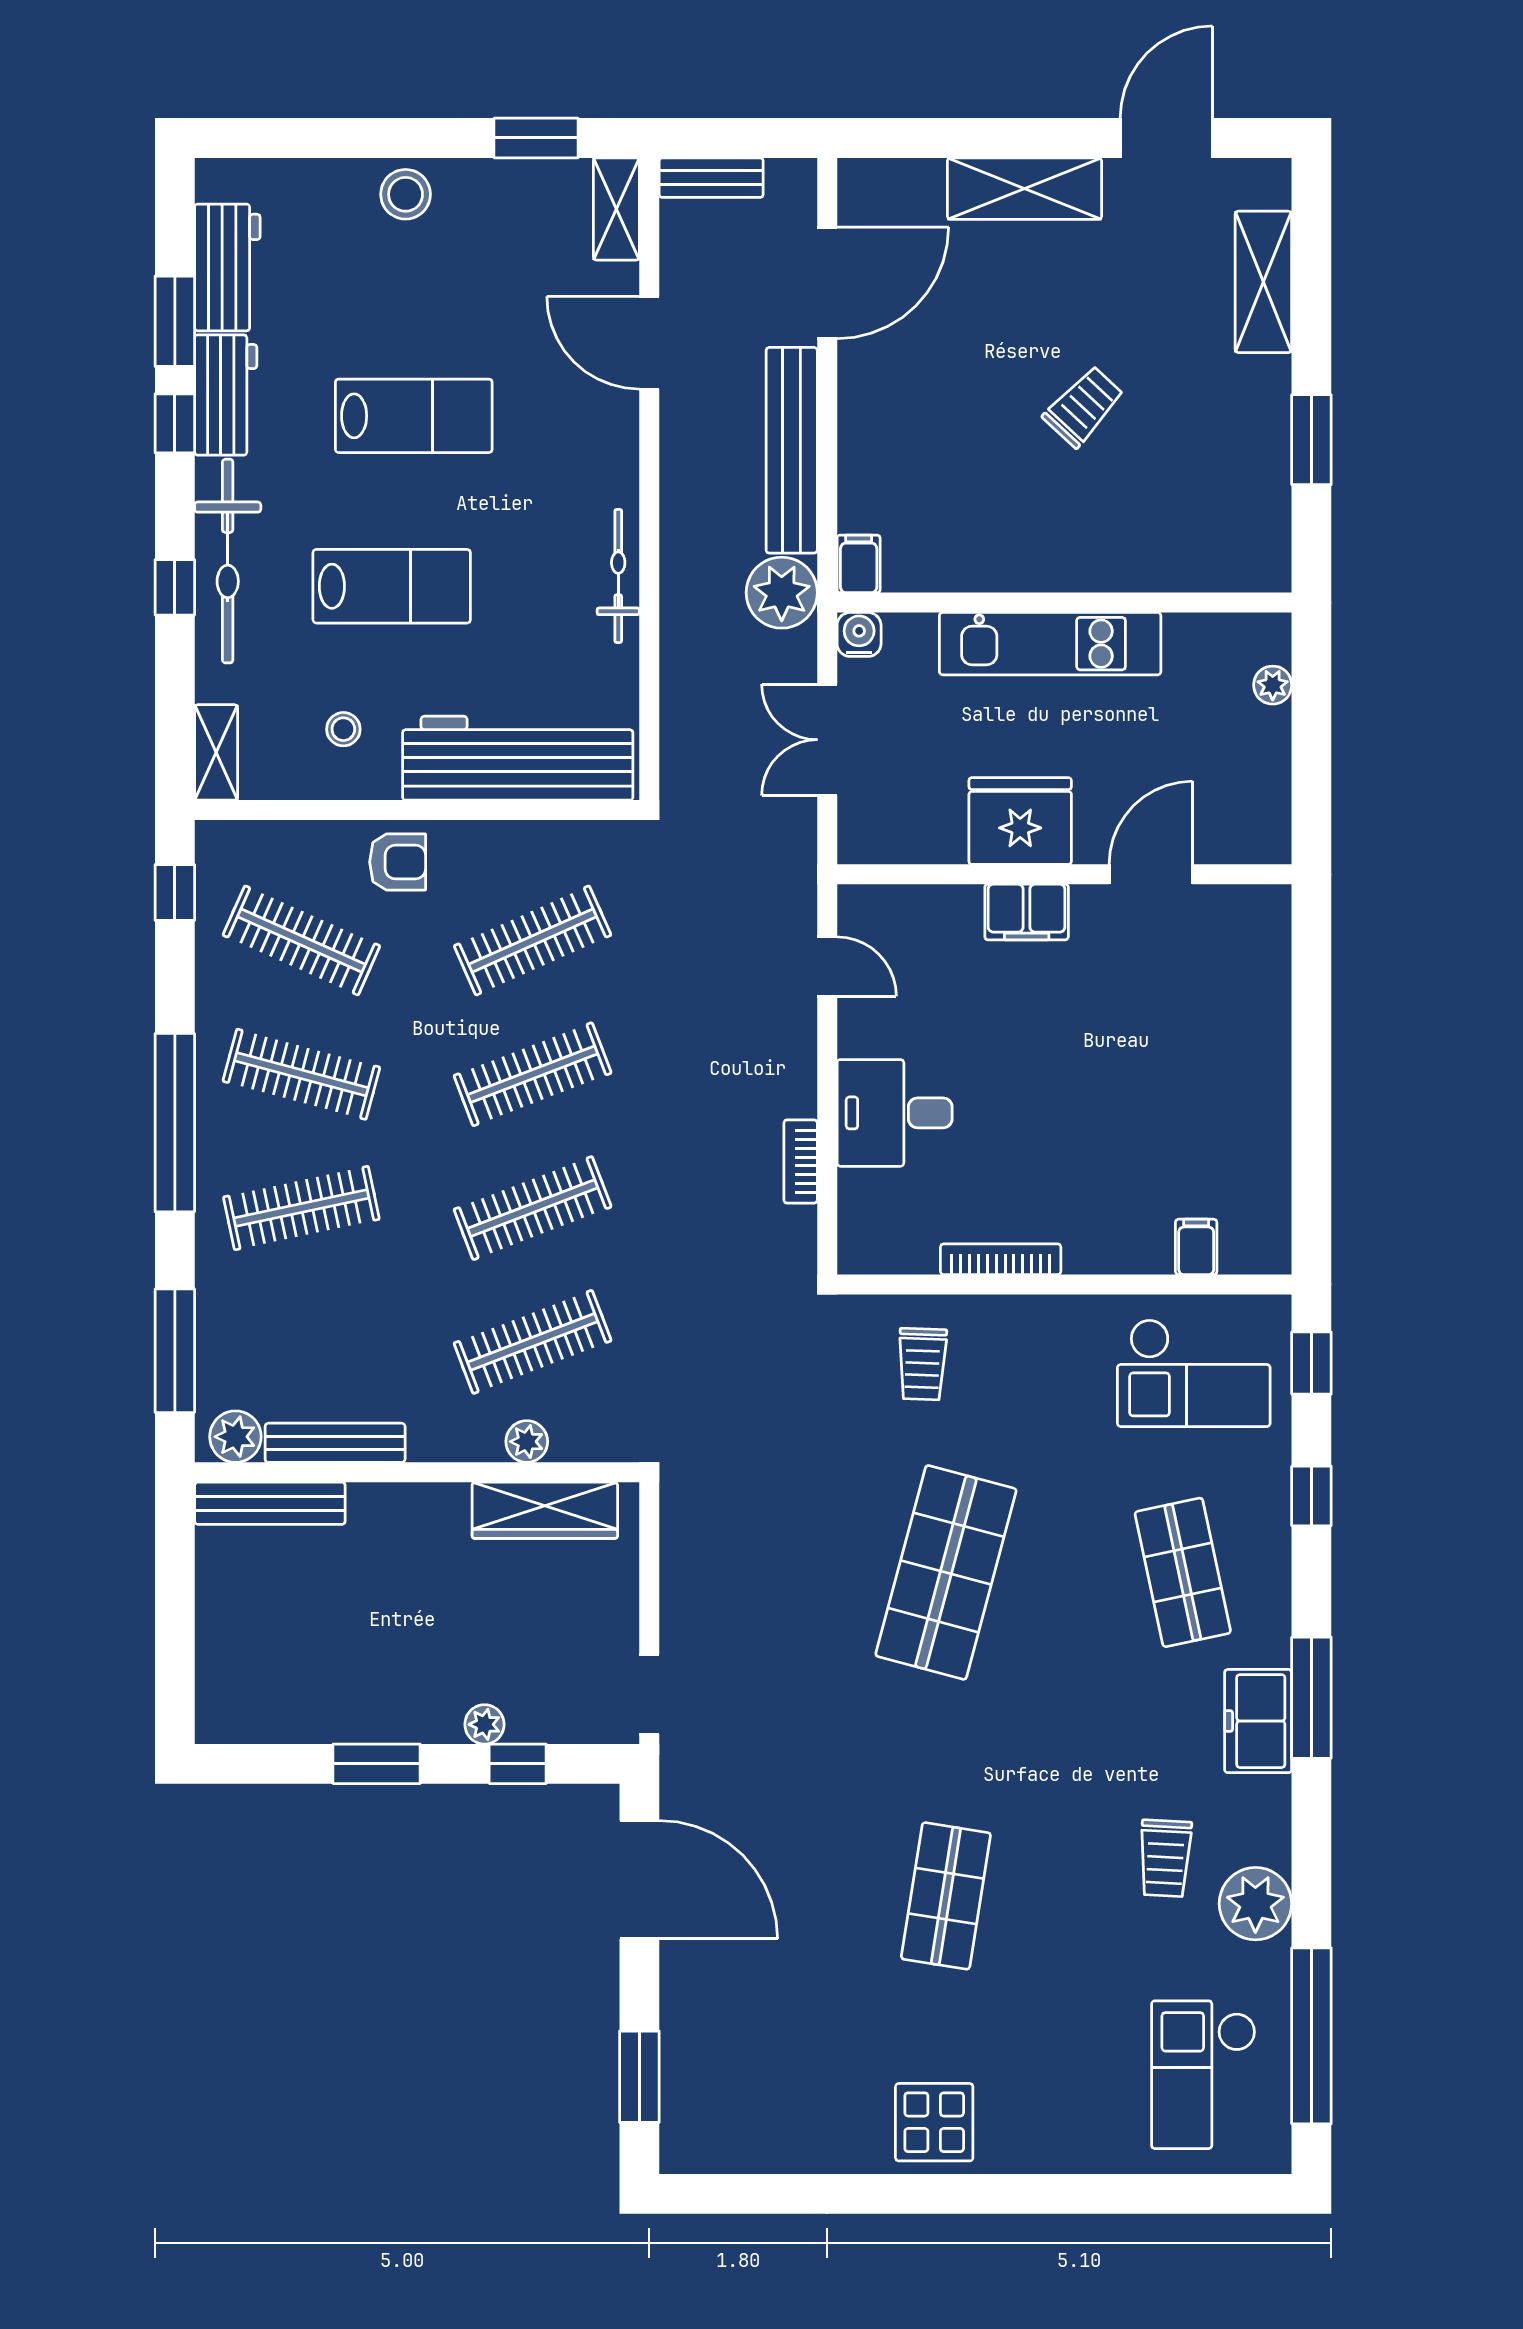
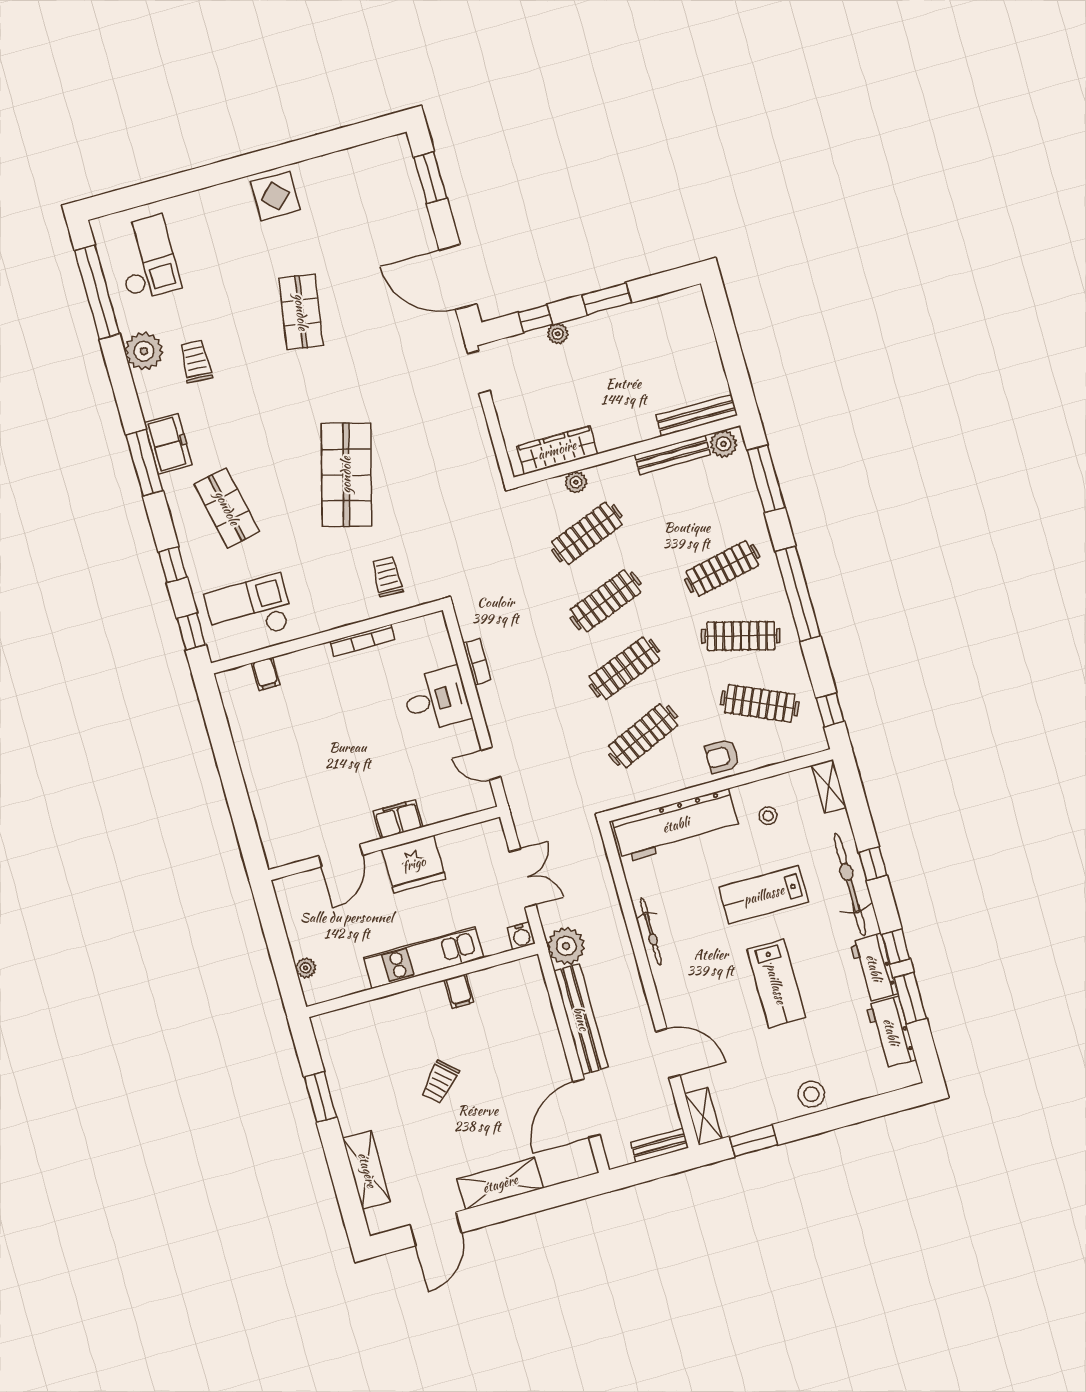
lab bench: (414, 416) -> (776, 984), turned -90
filing cabinet: (859, 564) -> (459, 991), moved

